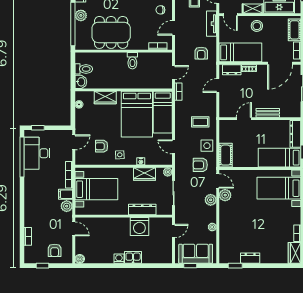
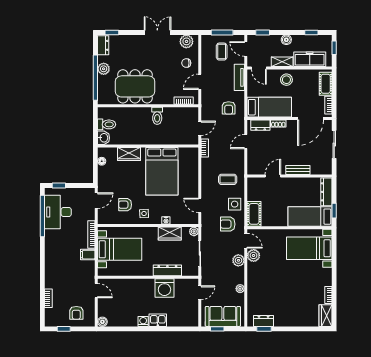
bed: (163, 112) -> (189, 169), removed
plant: (67, 206) -> (89, 267), removed
dresser: (250, 258) -> (263, 321), moved

